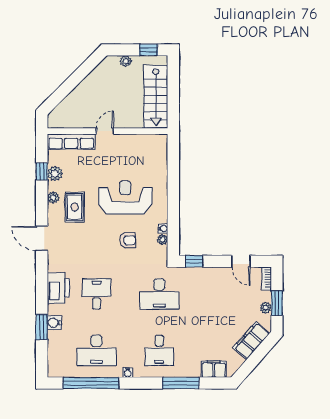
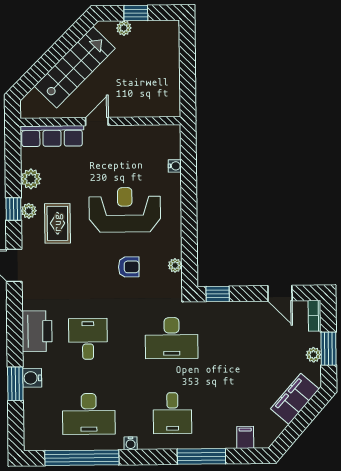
window: (148, 50) -> (136, 13), moved
stairs: (156, 97) -> (75, 67), moved, turned -135
window: (42, 171) -> (14, 209), moved
water cooler: (163, 228) -> (175, 166), moved
filing cabinet: (214, 369) -> (245, 437), width x0.50

